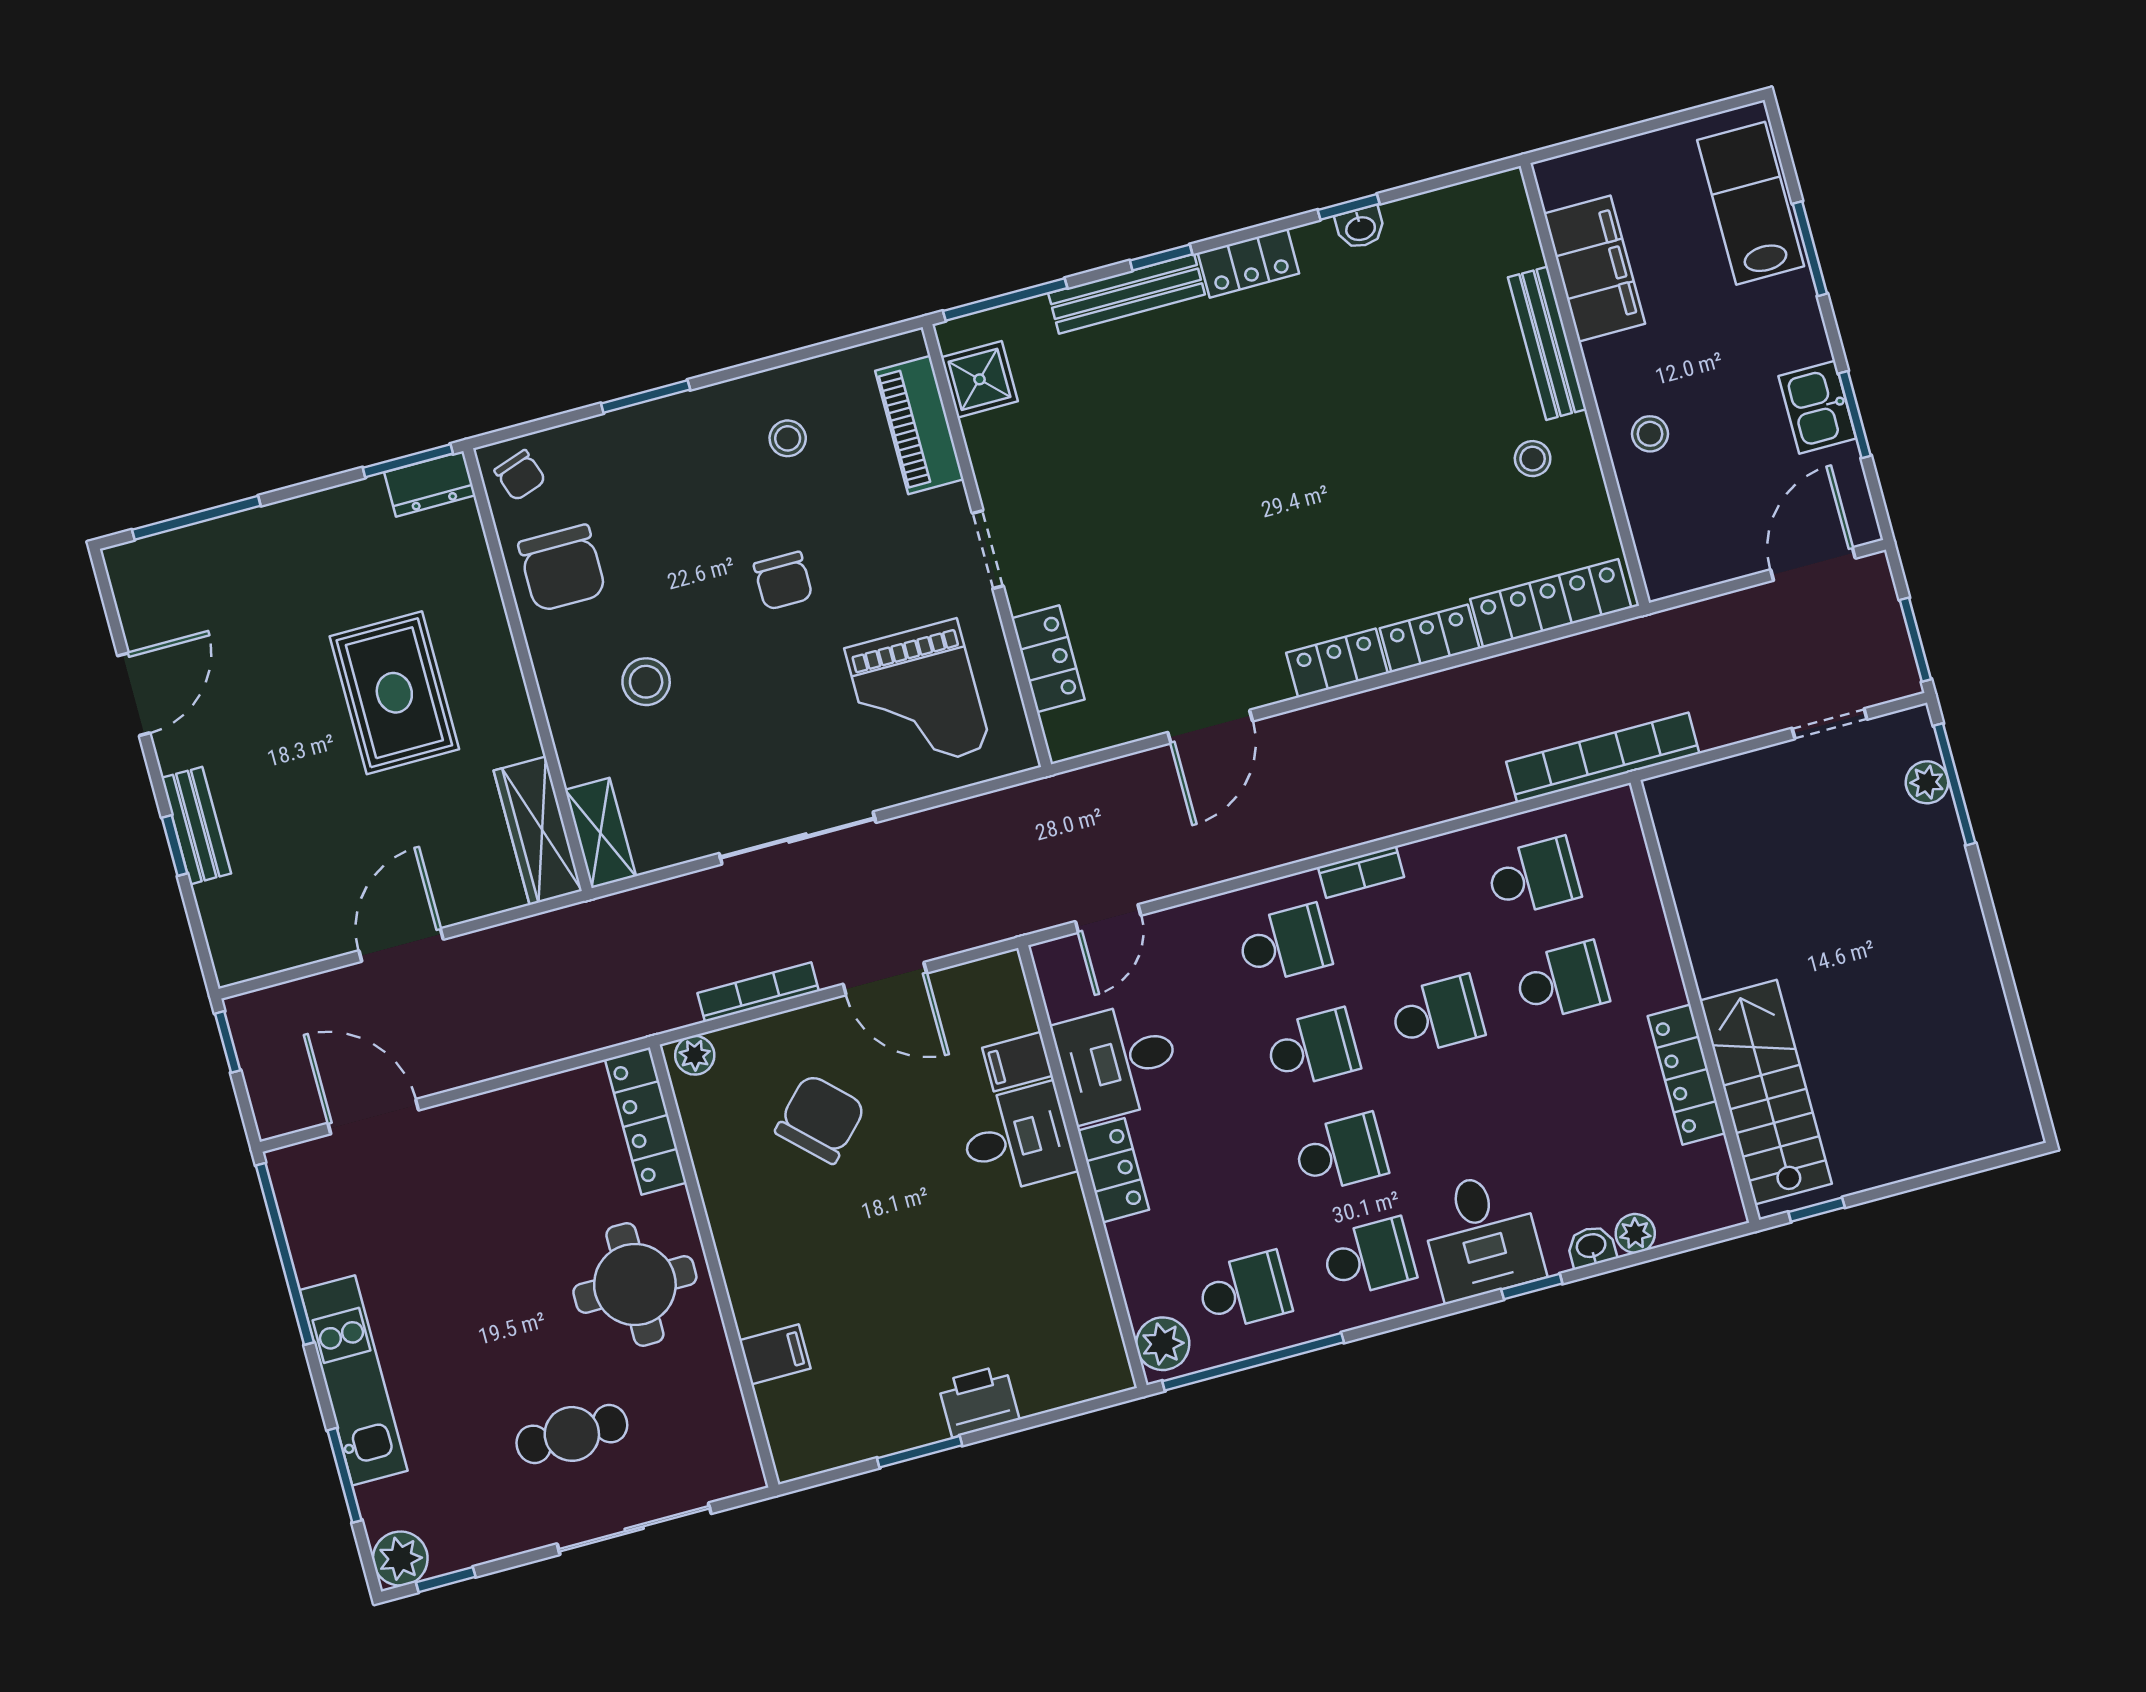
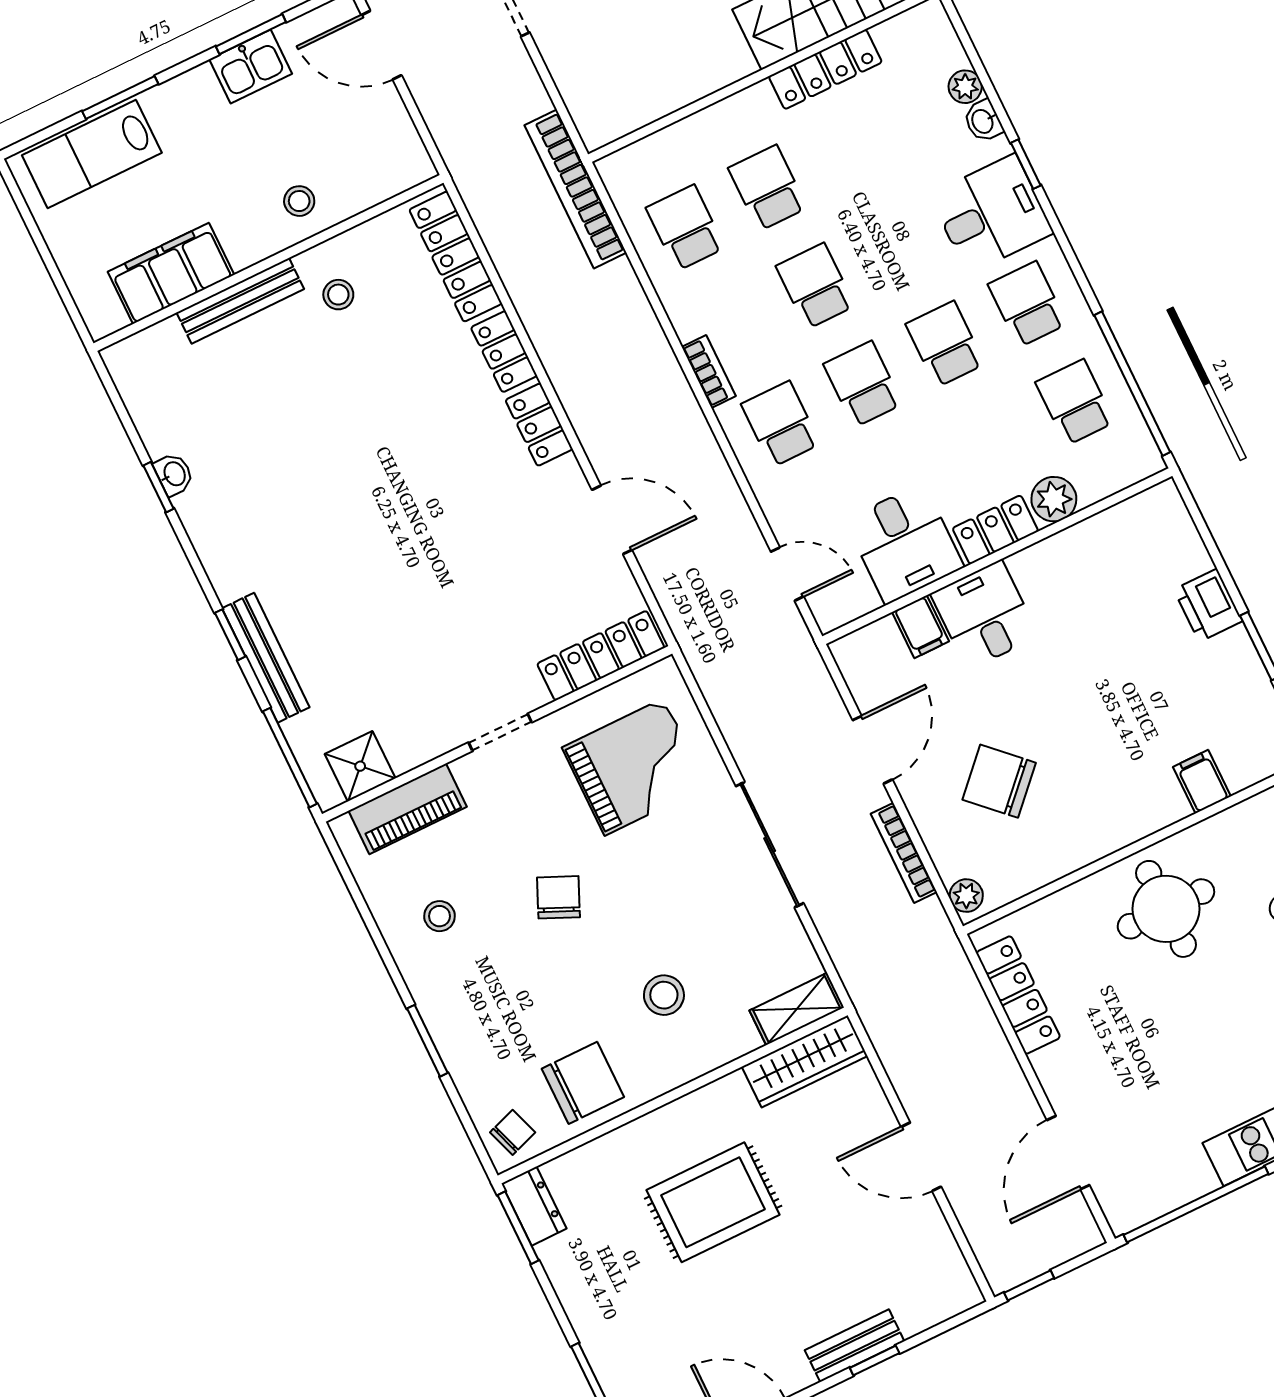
locker: (1248, 263) -> (221, 561), removed
chair: (783, 581) -> (558, 897), turned -66
locker: (1048, 659) -> (601, 656), width x1.53
locker: (646, 1121) -> (1018, 995), moved, turned -90
plant: (1163, 1344) -> (1054, 499), moved

